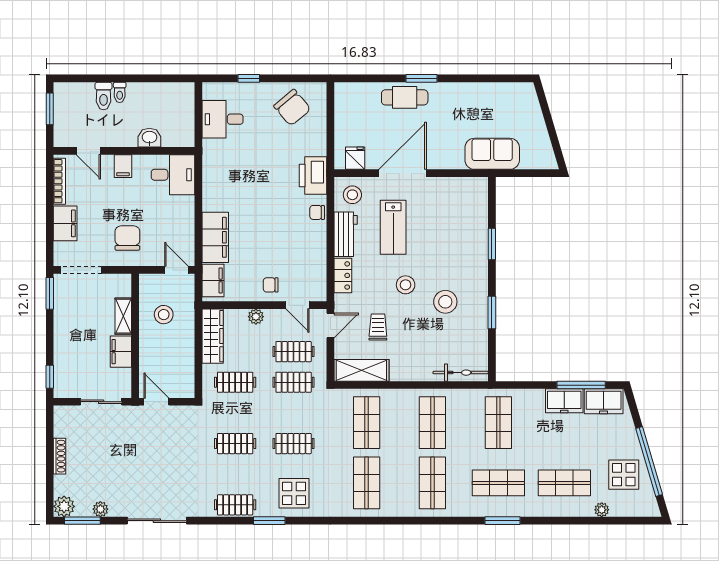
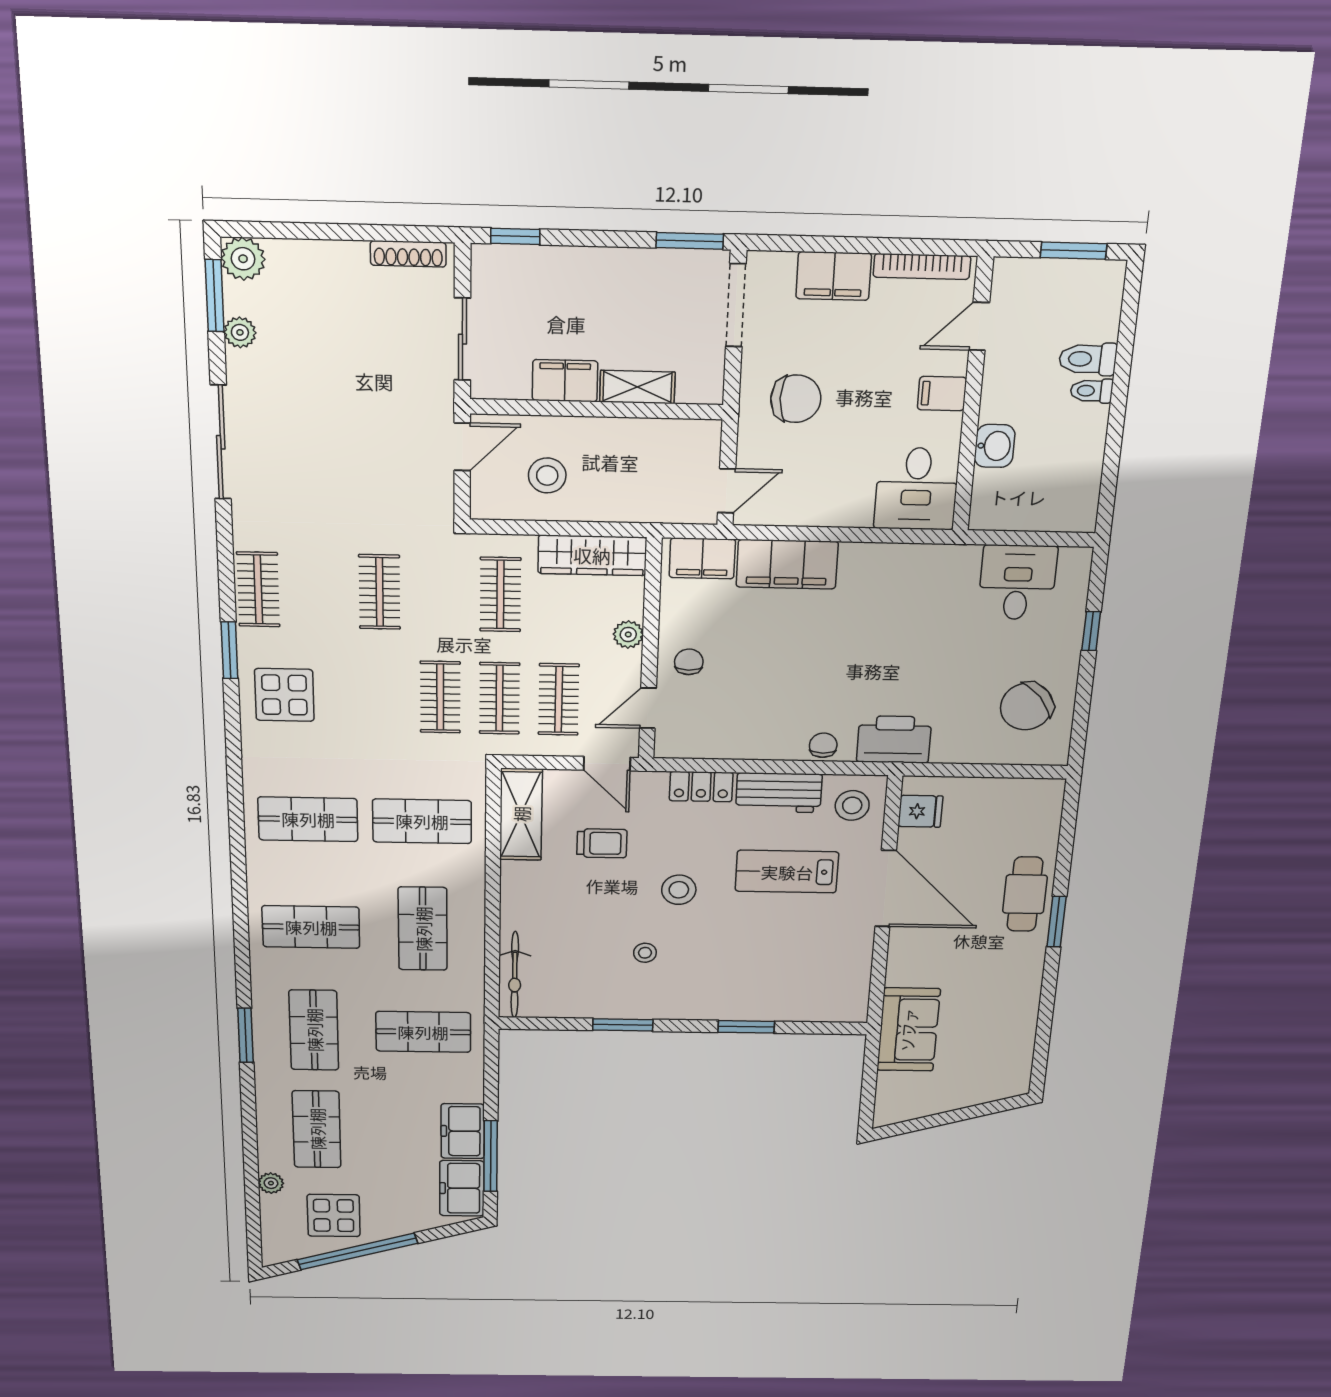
stool: (445, 302) -> (645, 953), width x0.53, depth x0.53
stool: (164, 315) -> (547, 475), moved
shop shelf: (432, 423) -> (423, 929), turned 90
clothes rail: (294, 444) -> (440, 697), moved
shoe rack: (60, 456) -> (408, 254), moved

